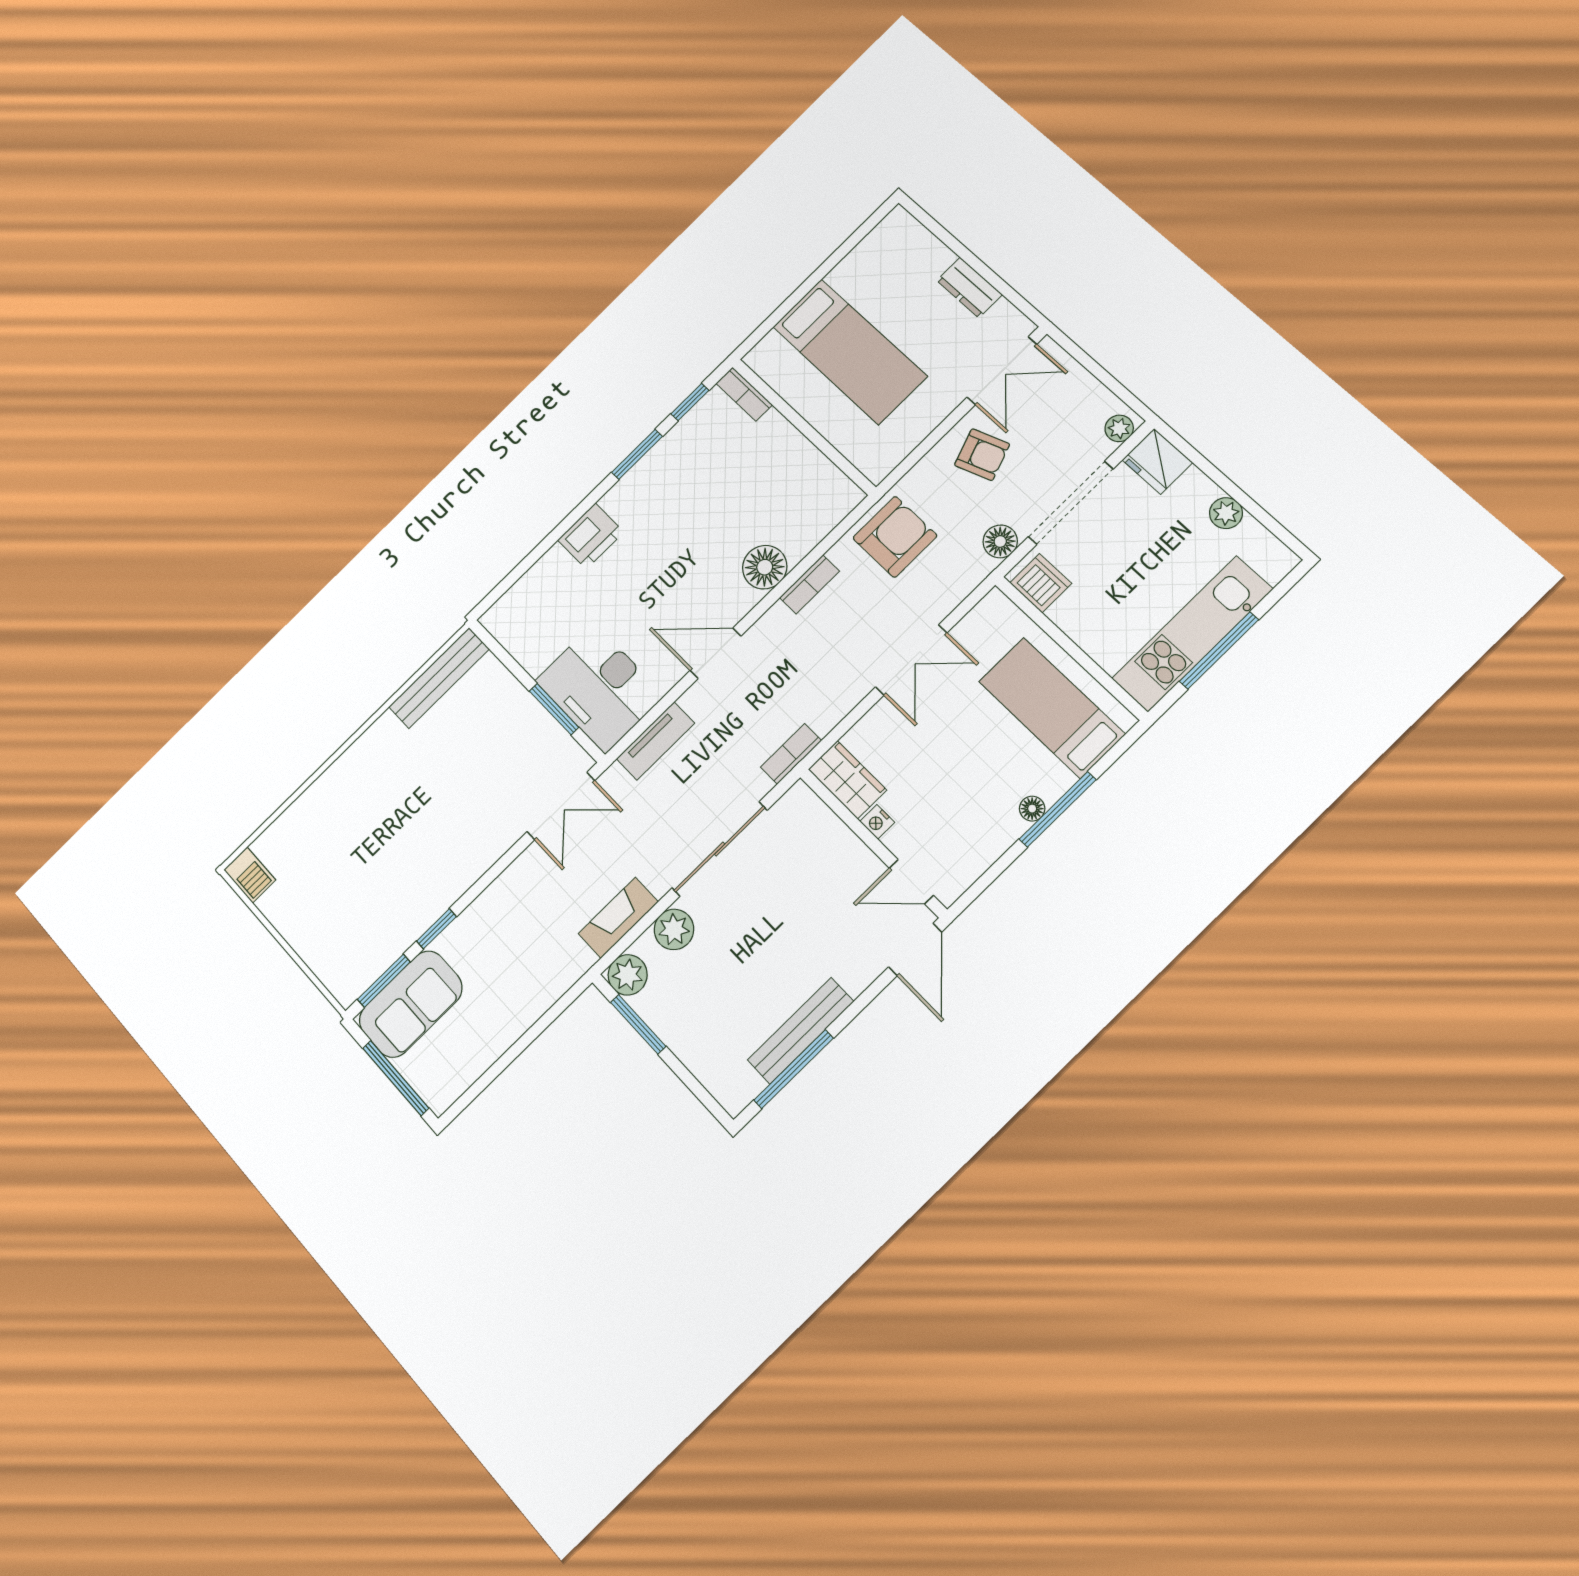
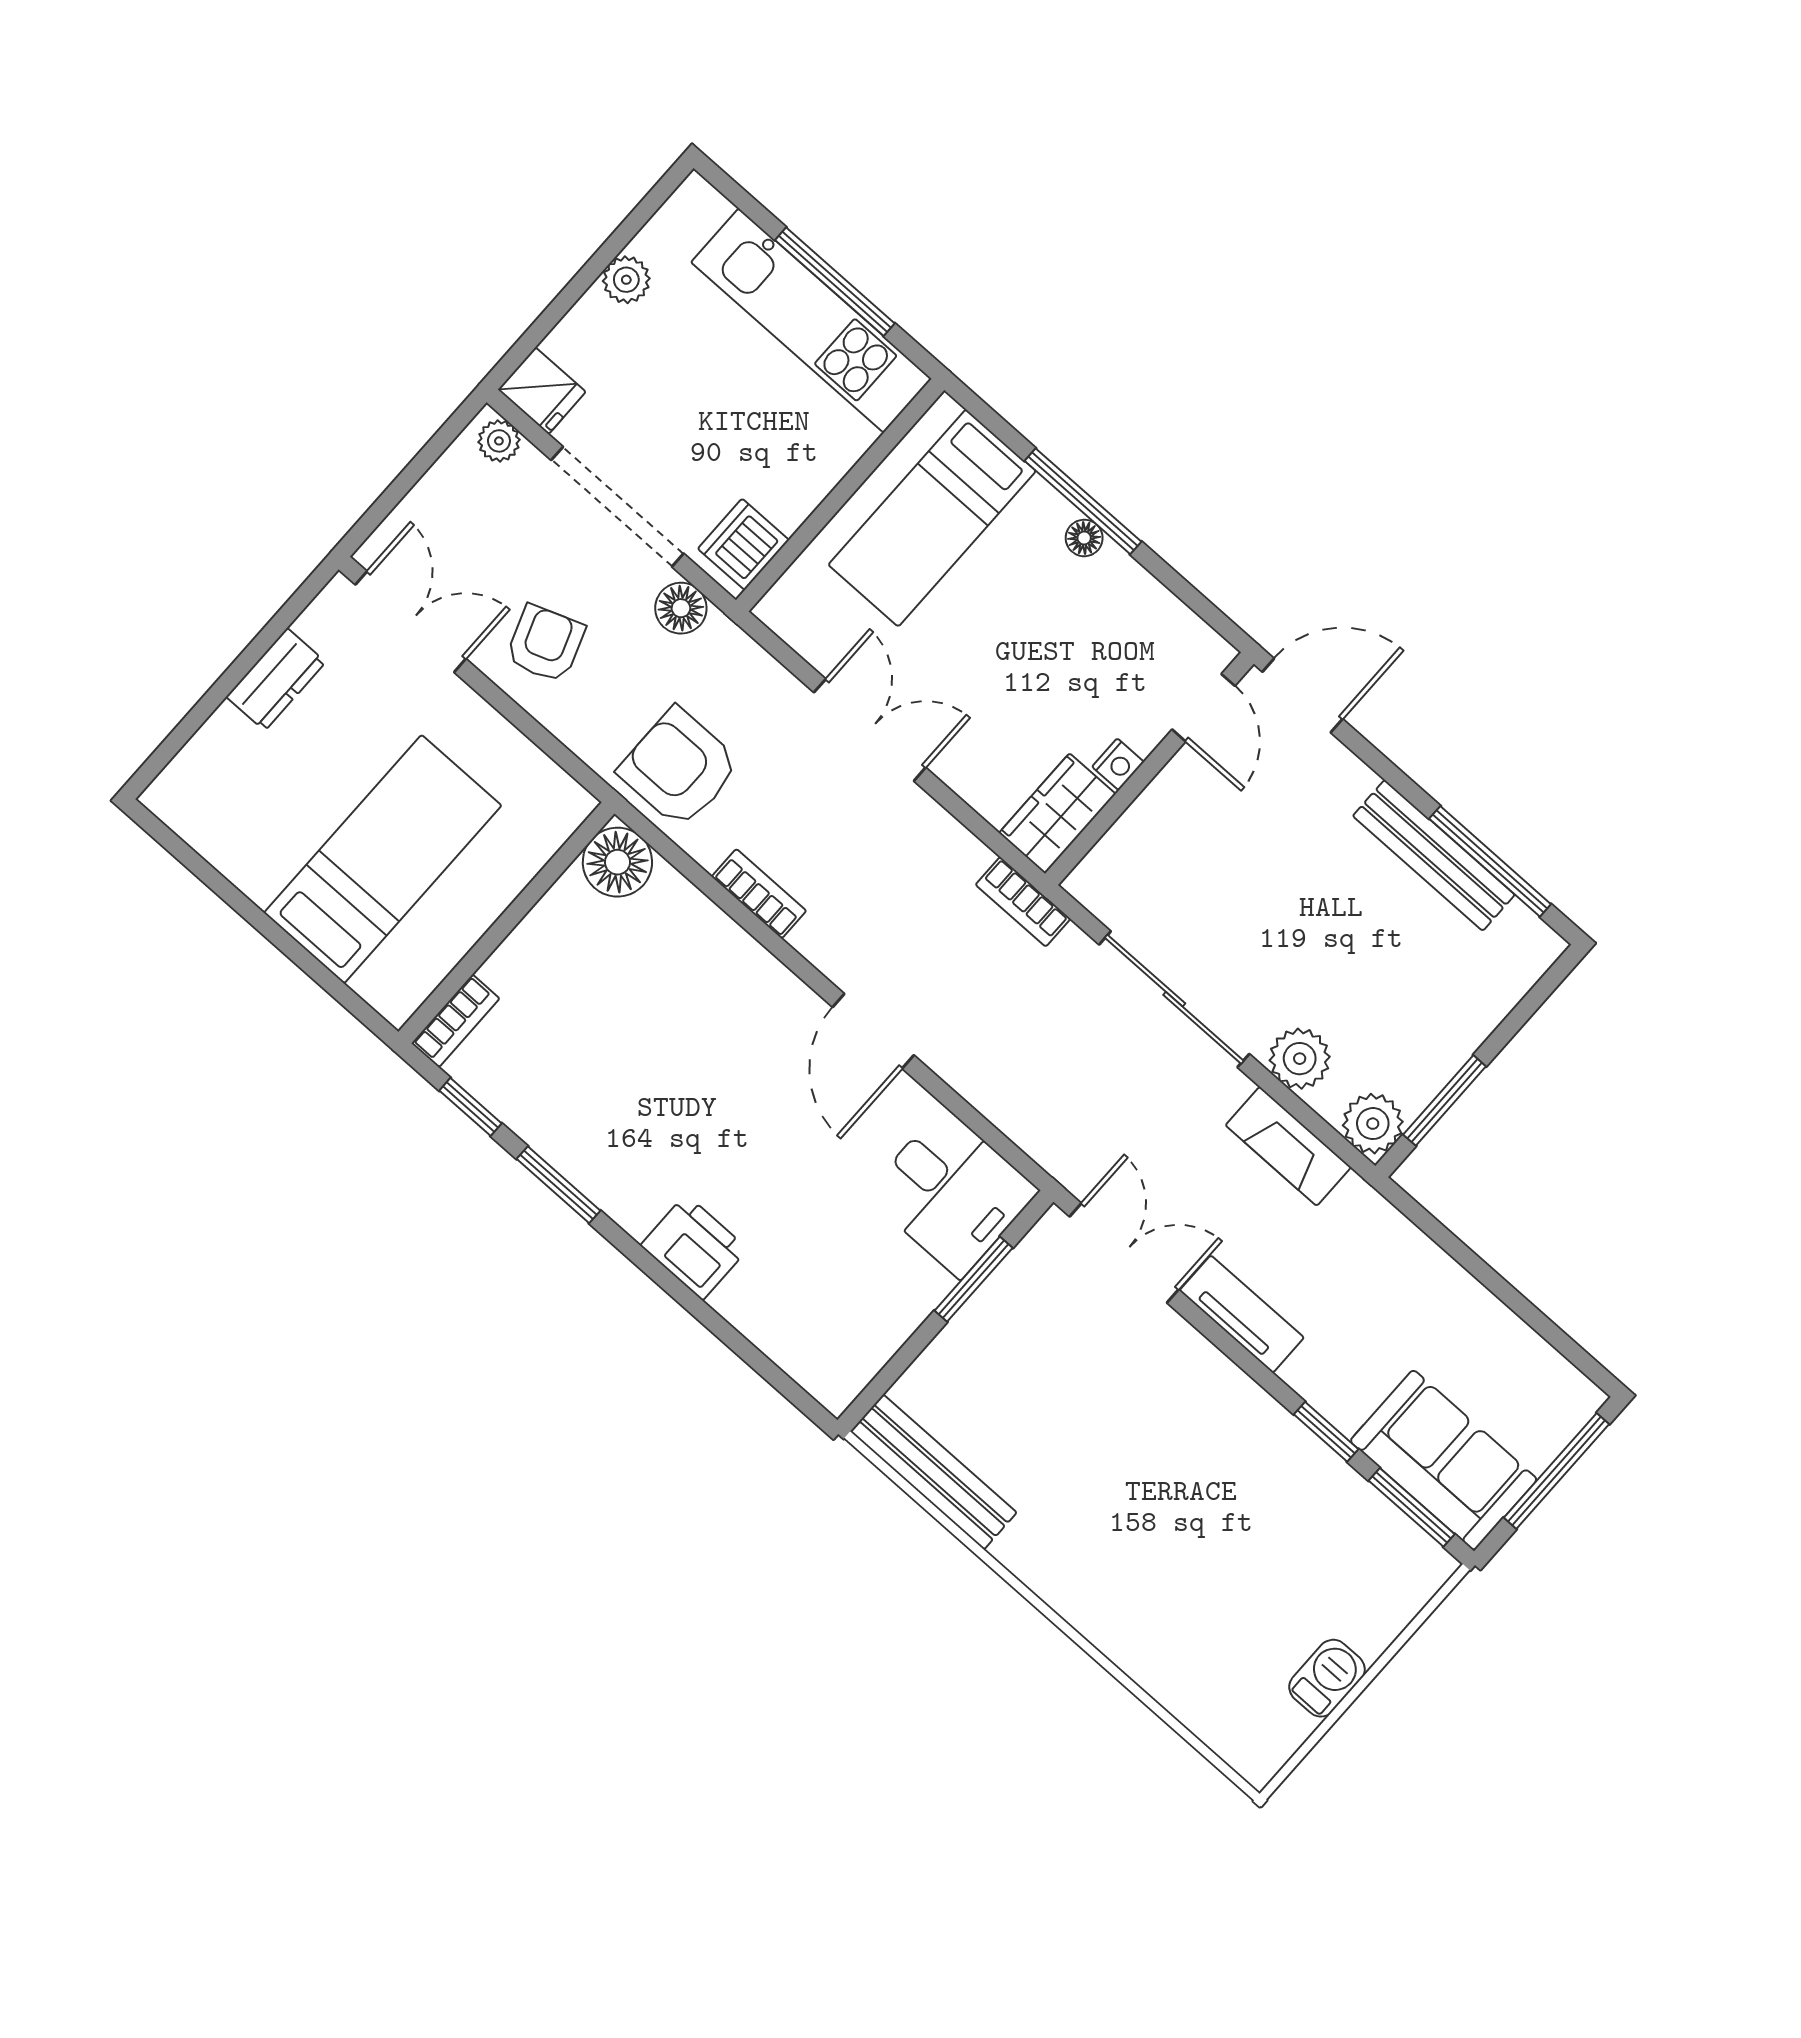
fridge: (1157, 461) -> (542, 391), width x0.72
floor lamp: (765, 567) -> (617, 862), moved
desk: (600, 688) -> (952, 1193), width x0.73
tv unit: (655, 741) -> (1242, 1314), moved
barbecue: (250, 875) -> (1327, 1678), moved

